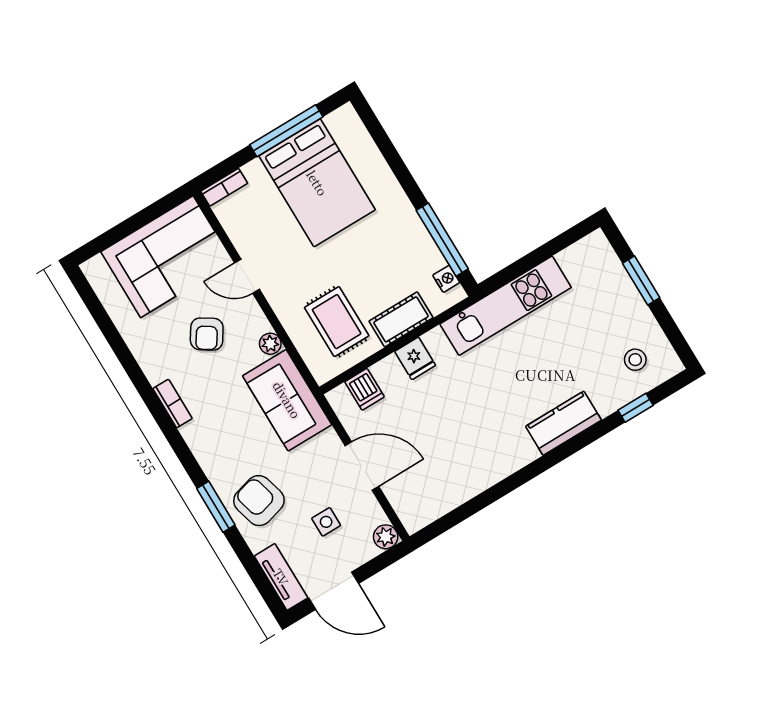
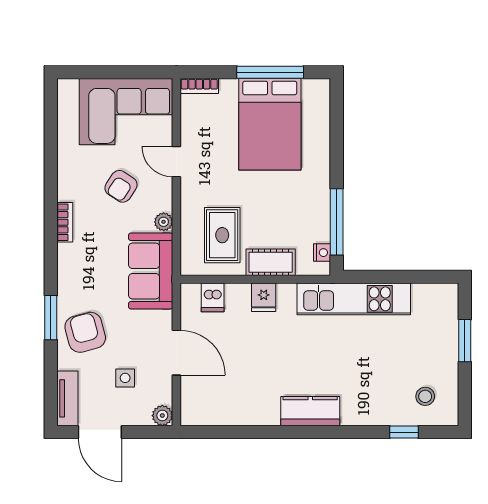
kitchen counter: (563, 423) -> (310, 411), moved

